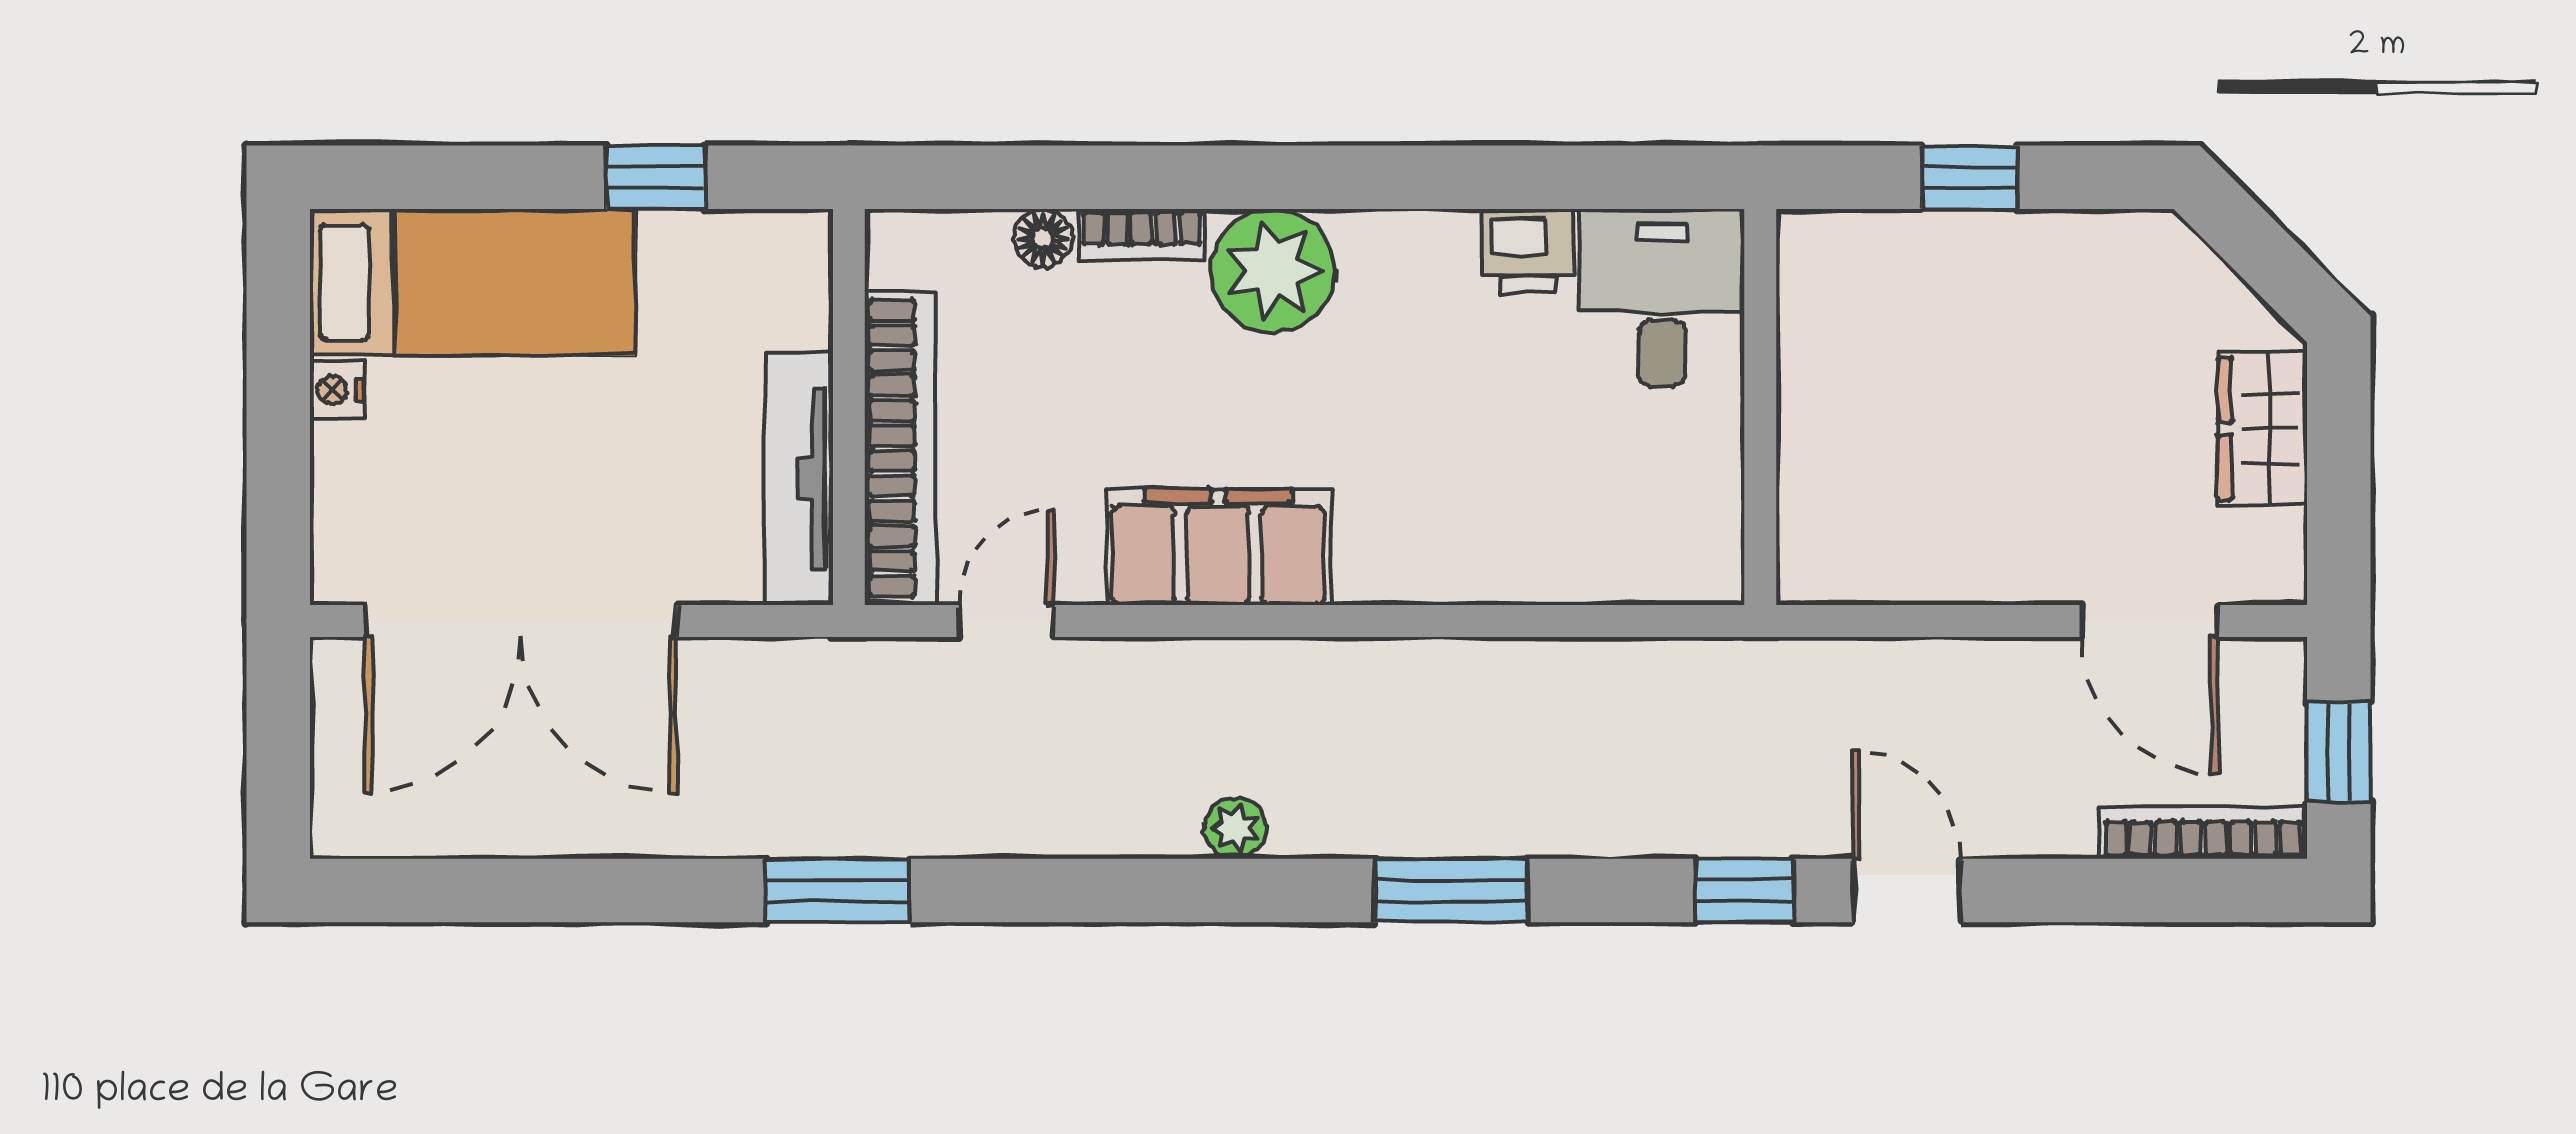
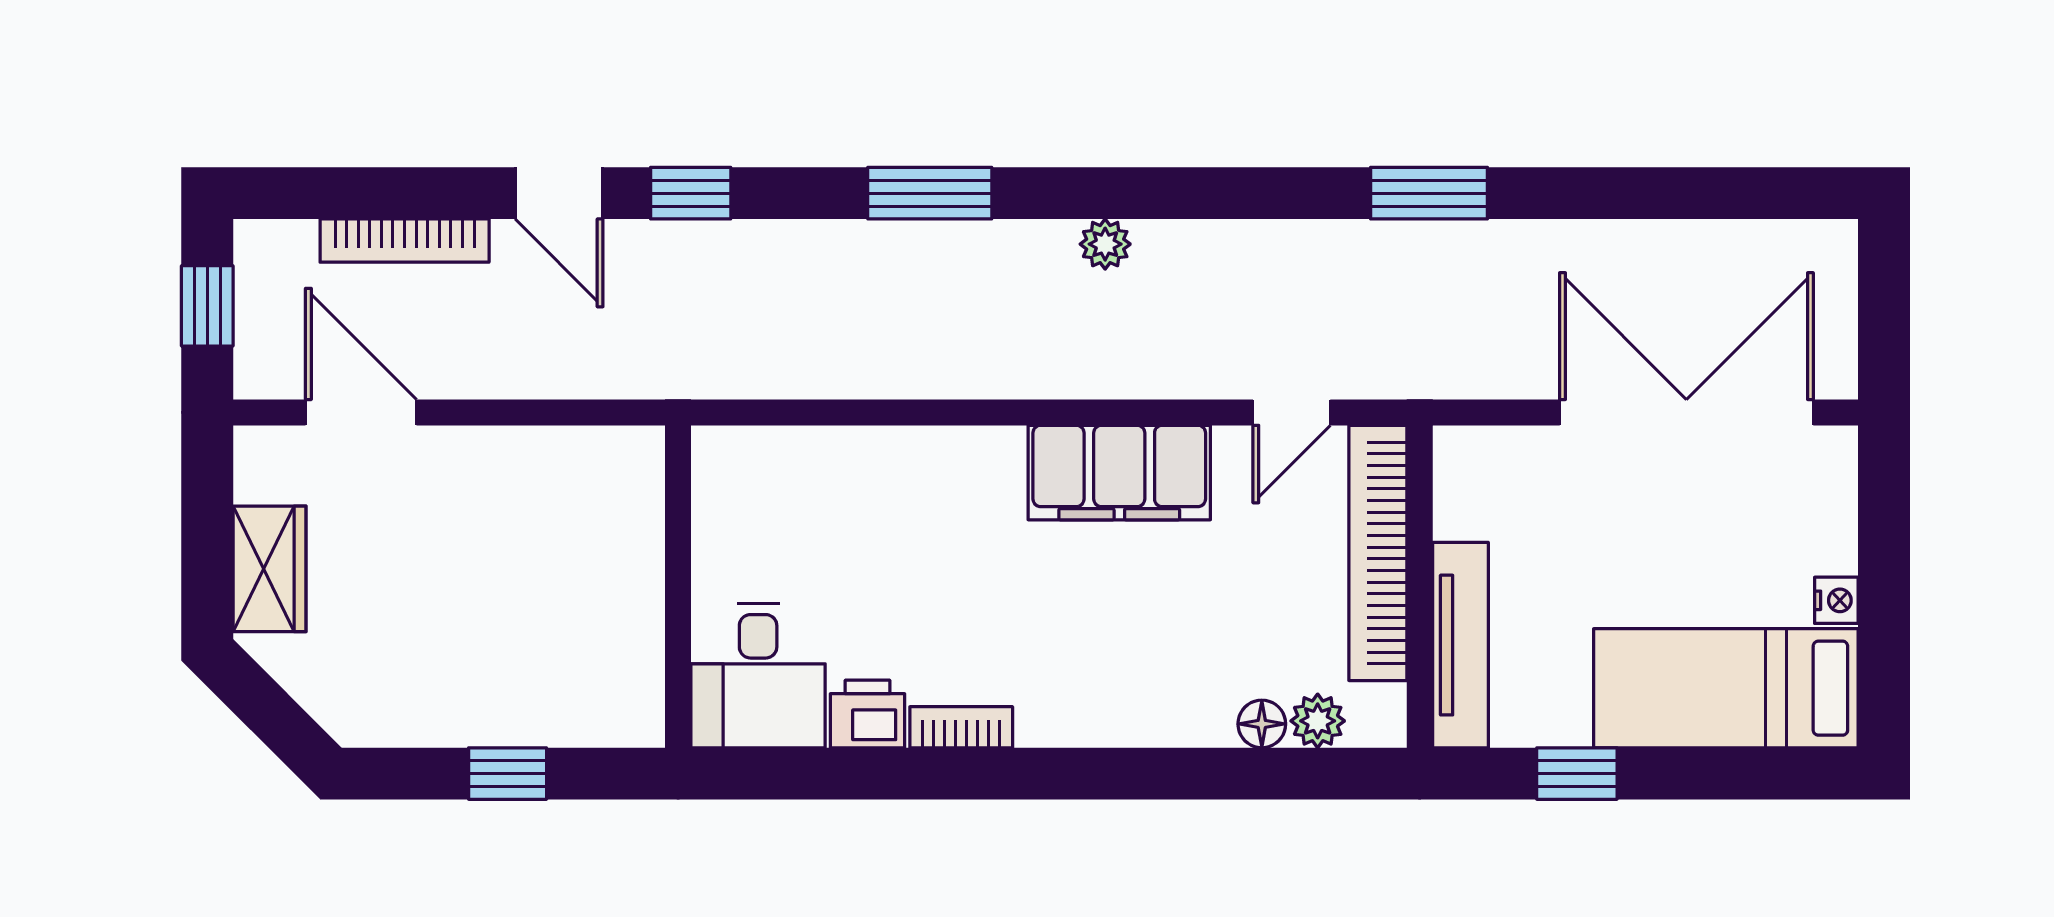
bookcase: (1142, 234) -> (961, 727), moved
plant: (1273, 271) -> (1318, 721), moved, width x0.53, depth x0.53
tv unit: (799, 479) -> (1460, 645), moved
bookcase: (2203, 832) -> (405, 241), moved

